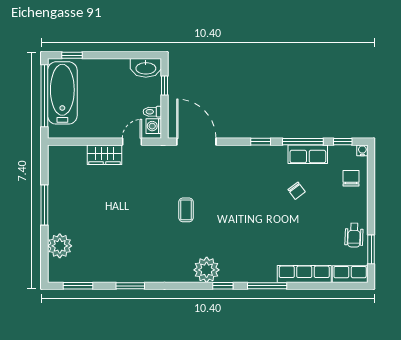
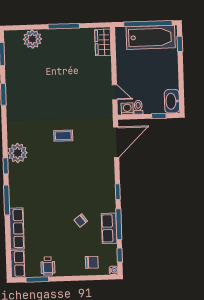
wardrobe: (105, 155) -> (103, 42), moved
wheelchair: (354, 235) -> (48, 266), turned -92

